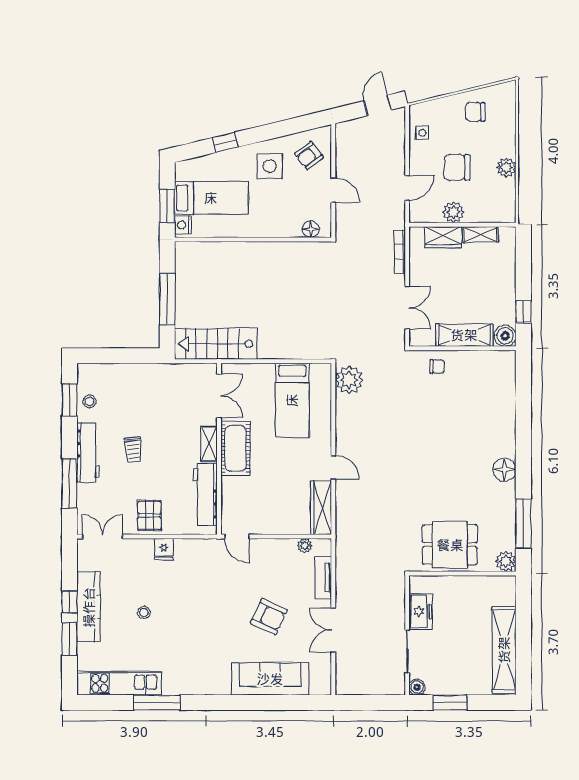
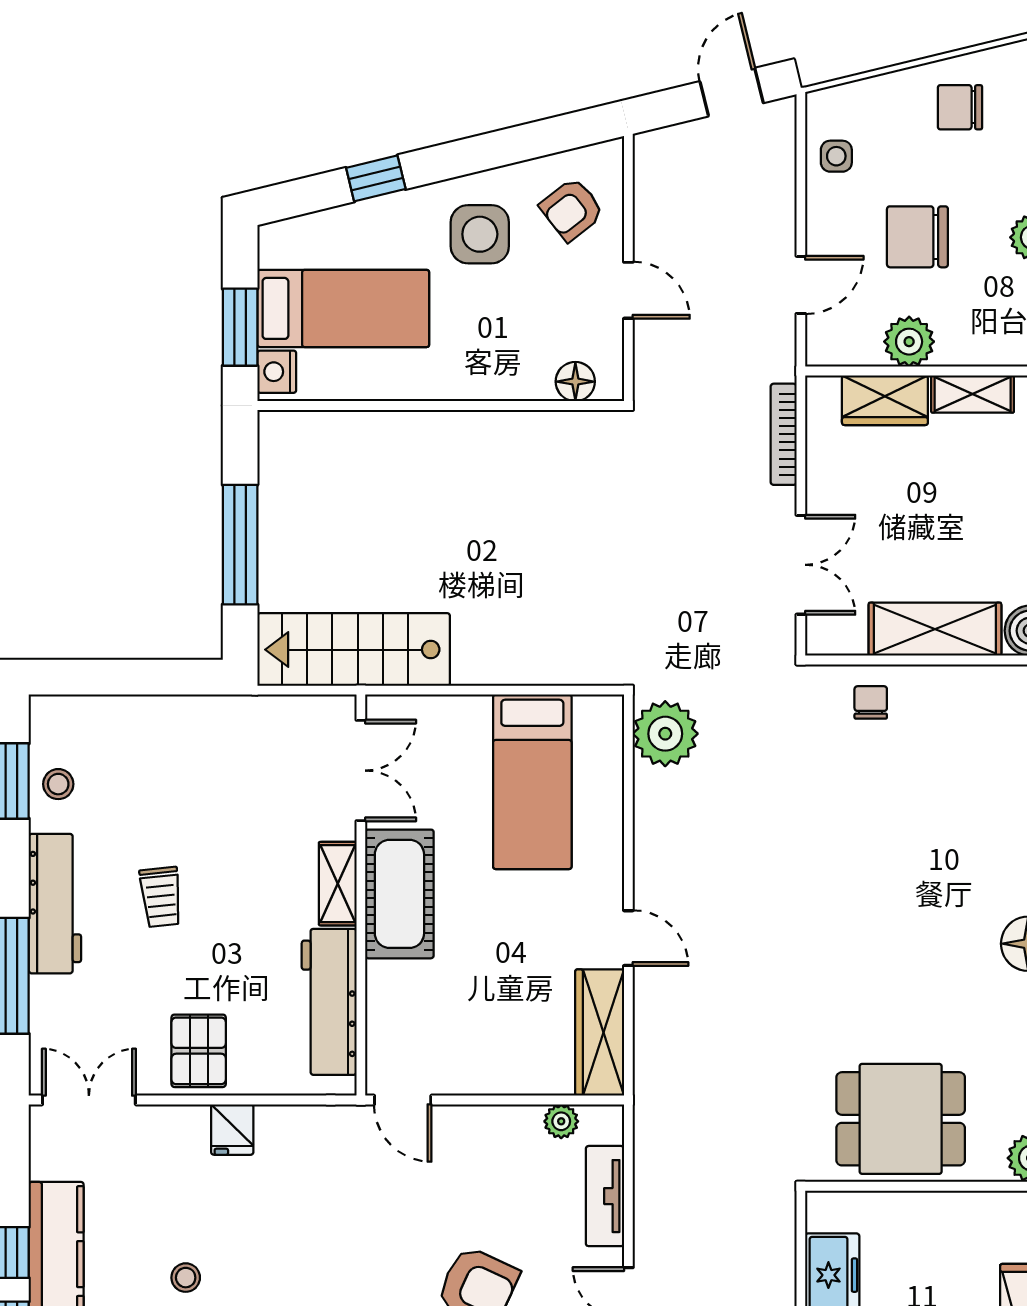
chair: (437, 366) -> (871, 702), turned -90

